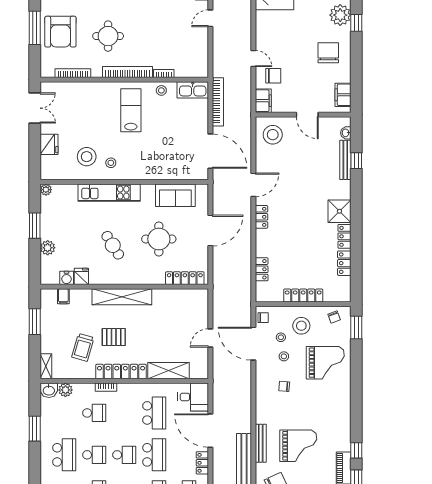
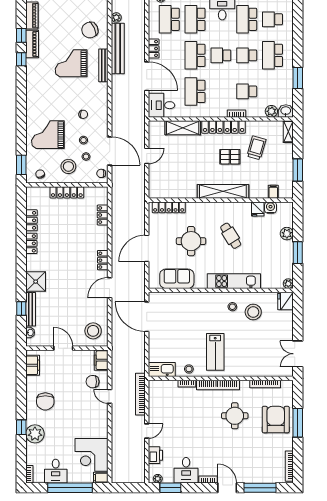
bookcase: (218, 102) -> (140, 394), moved
fridge: (49, 144) -> (286, 301), moved
shower: (339, 211) -> (36, 282), moved

